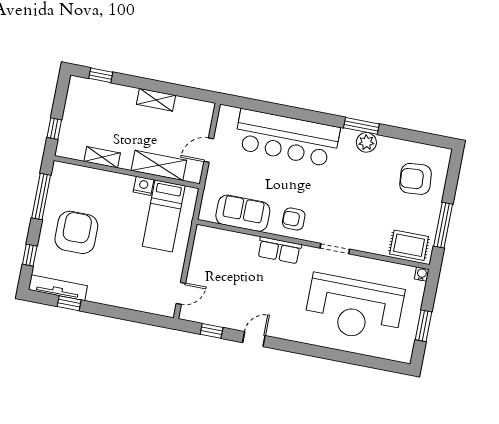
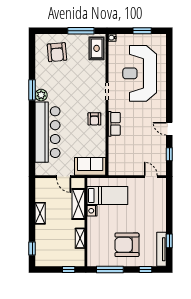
plant: (366, 142) -> (41, 95), moved
sofa: (243, 213) -> (90, 166), moved, turned 90
reception desk: (354, 308) -> (140, 73), turned 180

